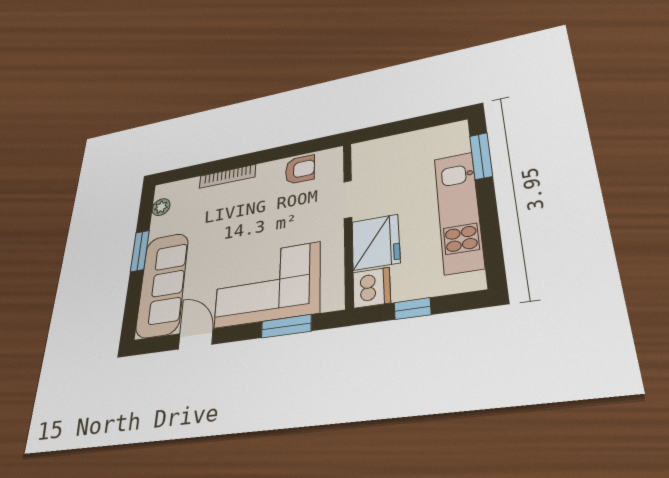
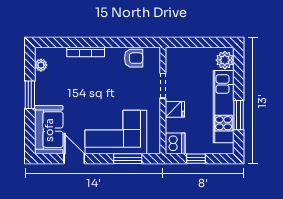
plant: (454, 141) -> (225, 60), added
window: (481, 156) -> (239, 115), moved
fridge: (376, 242) -> (175, 109), width x0.53, depth x0.75
sofa: (162, 285) -> (49, 130), width x0.73

